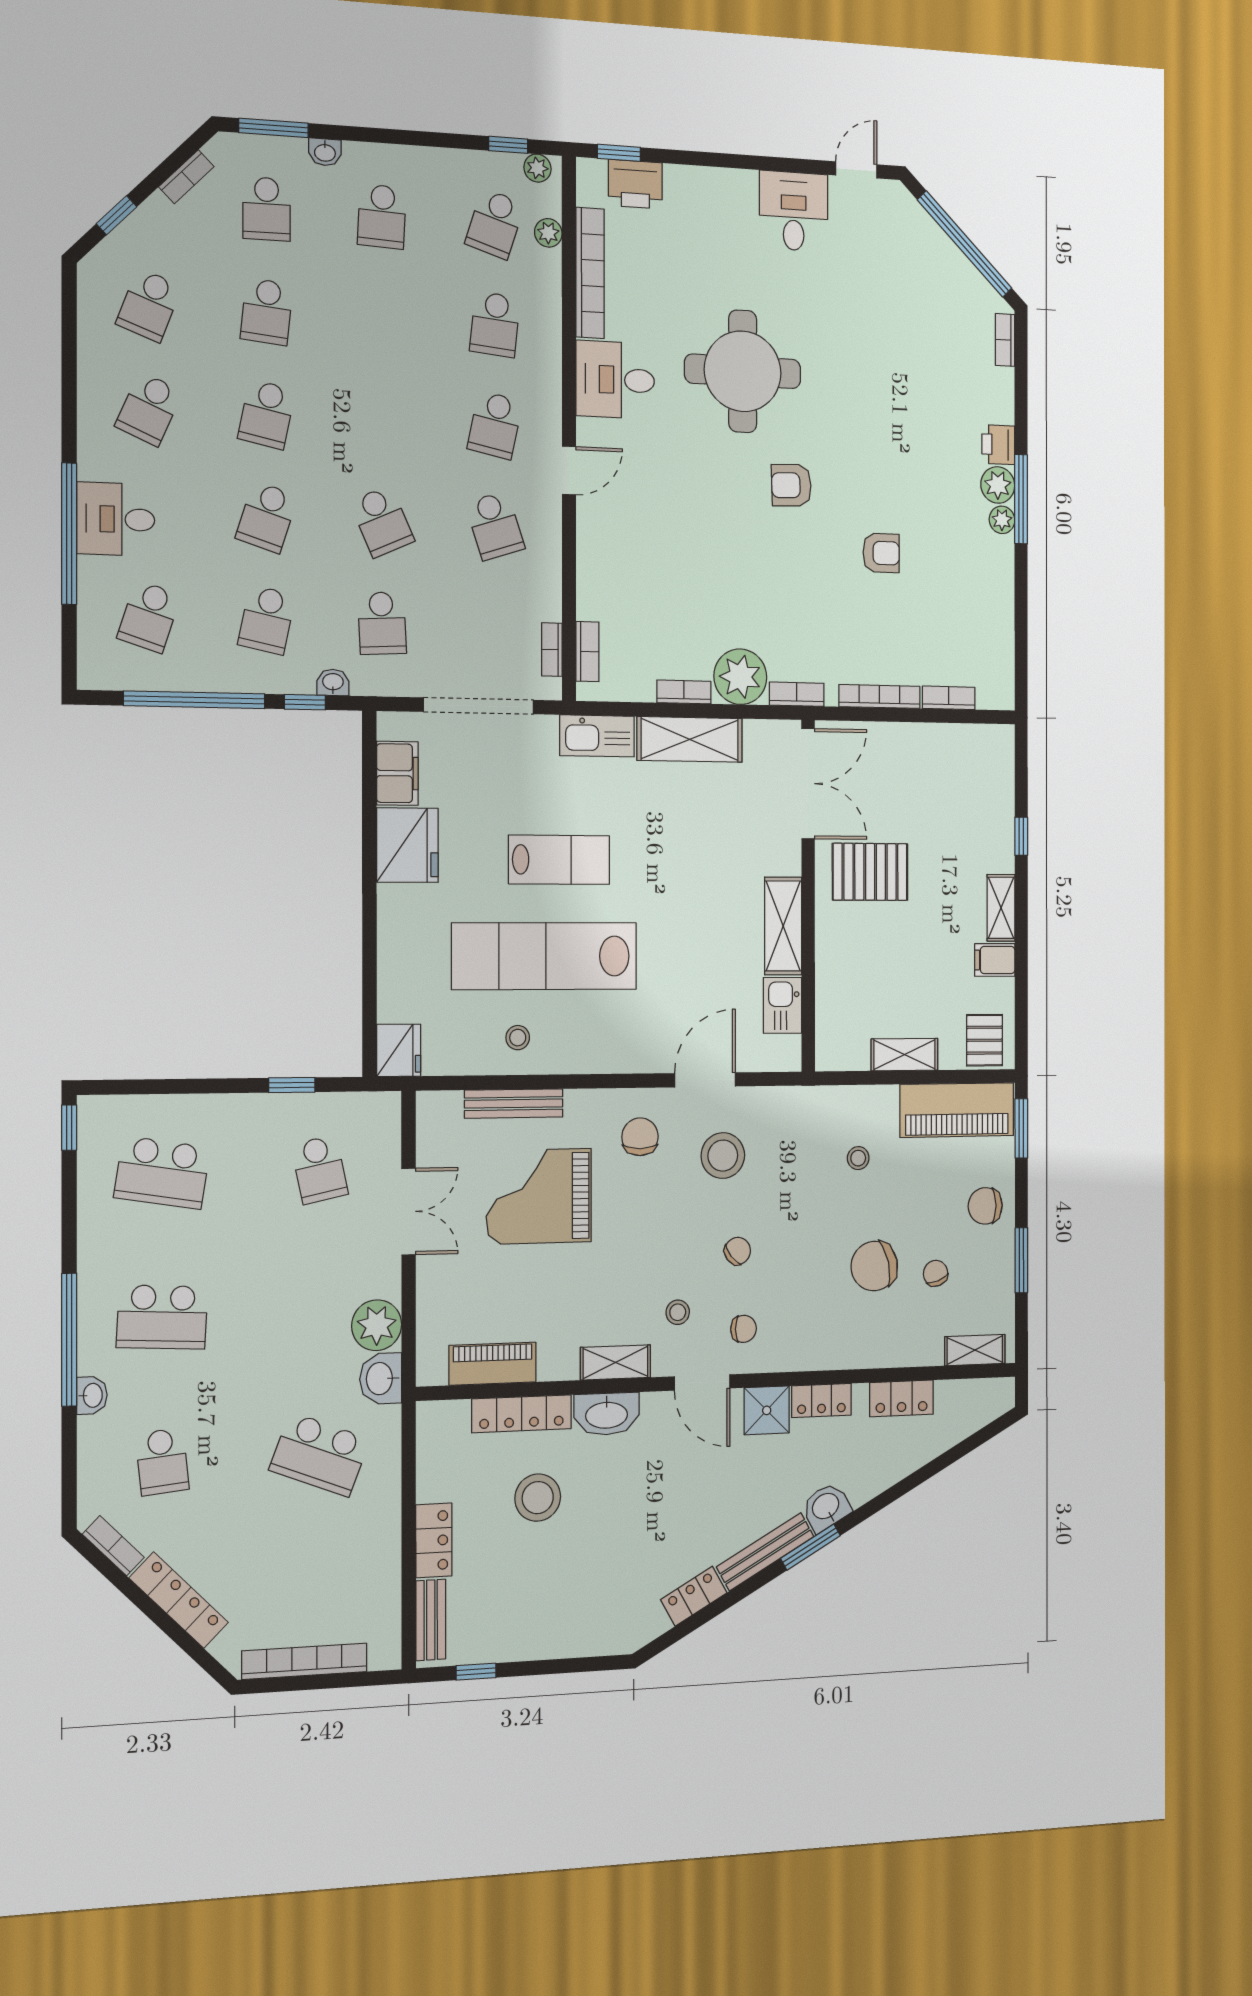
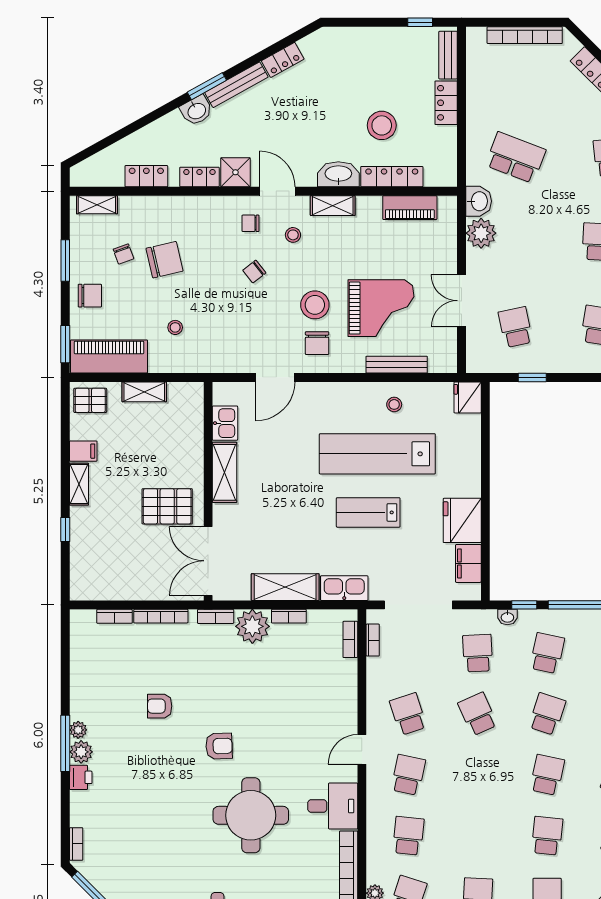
lab bench: (545, 956) -> (377, 454), turned 180
pallet: (985, 1040) -> (90, 400), turned 90
stool: (723, 1156) -> (315, 305), moved

